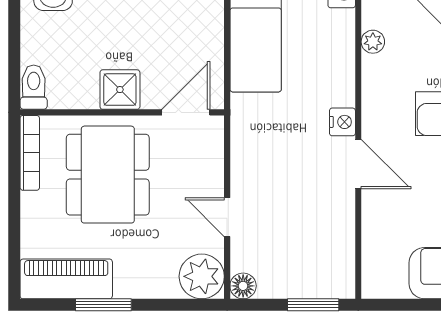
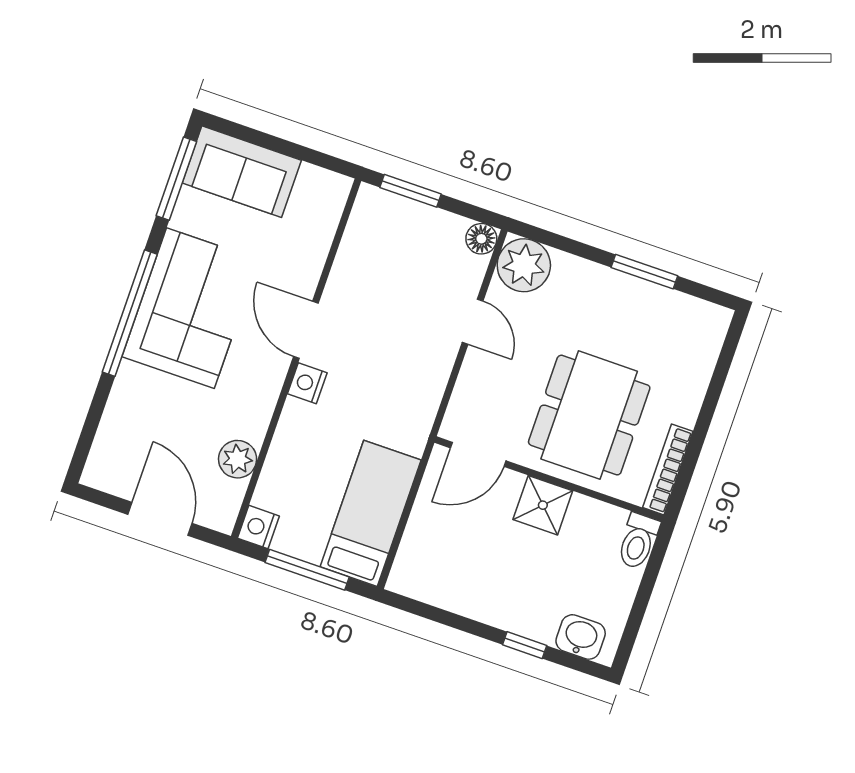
plant: (373, 42) -> (238, 459), width x1.38, depth x1.38
piano: (66, 279) -> (676, 315), removed

